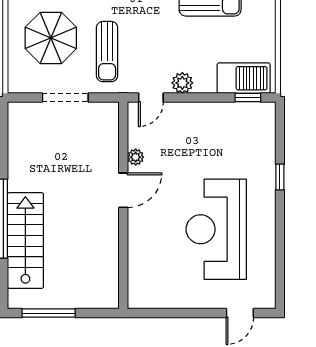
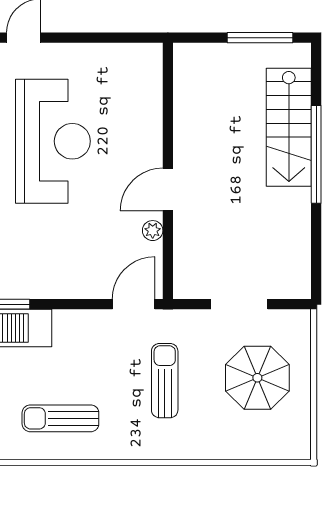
sun lounger: (107, 52) -> (165, 381), moved
plant: (182, 83) -> (95, 322), removed
door: (151, 98) -> (134, 304), width x1.37

